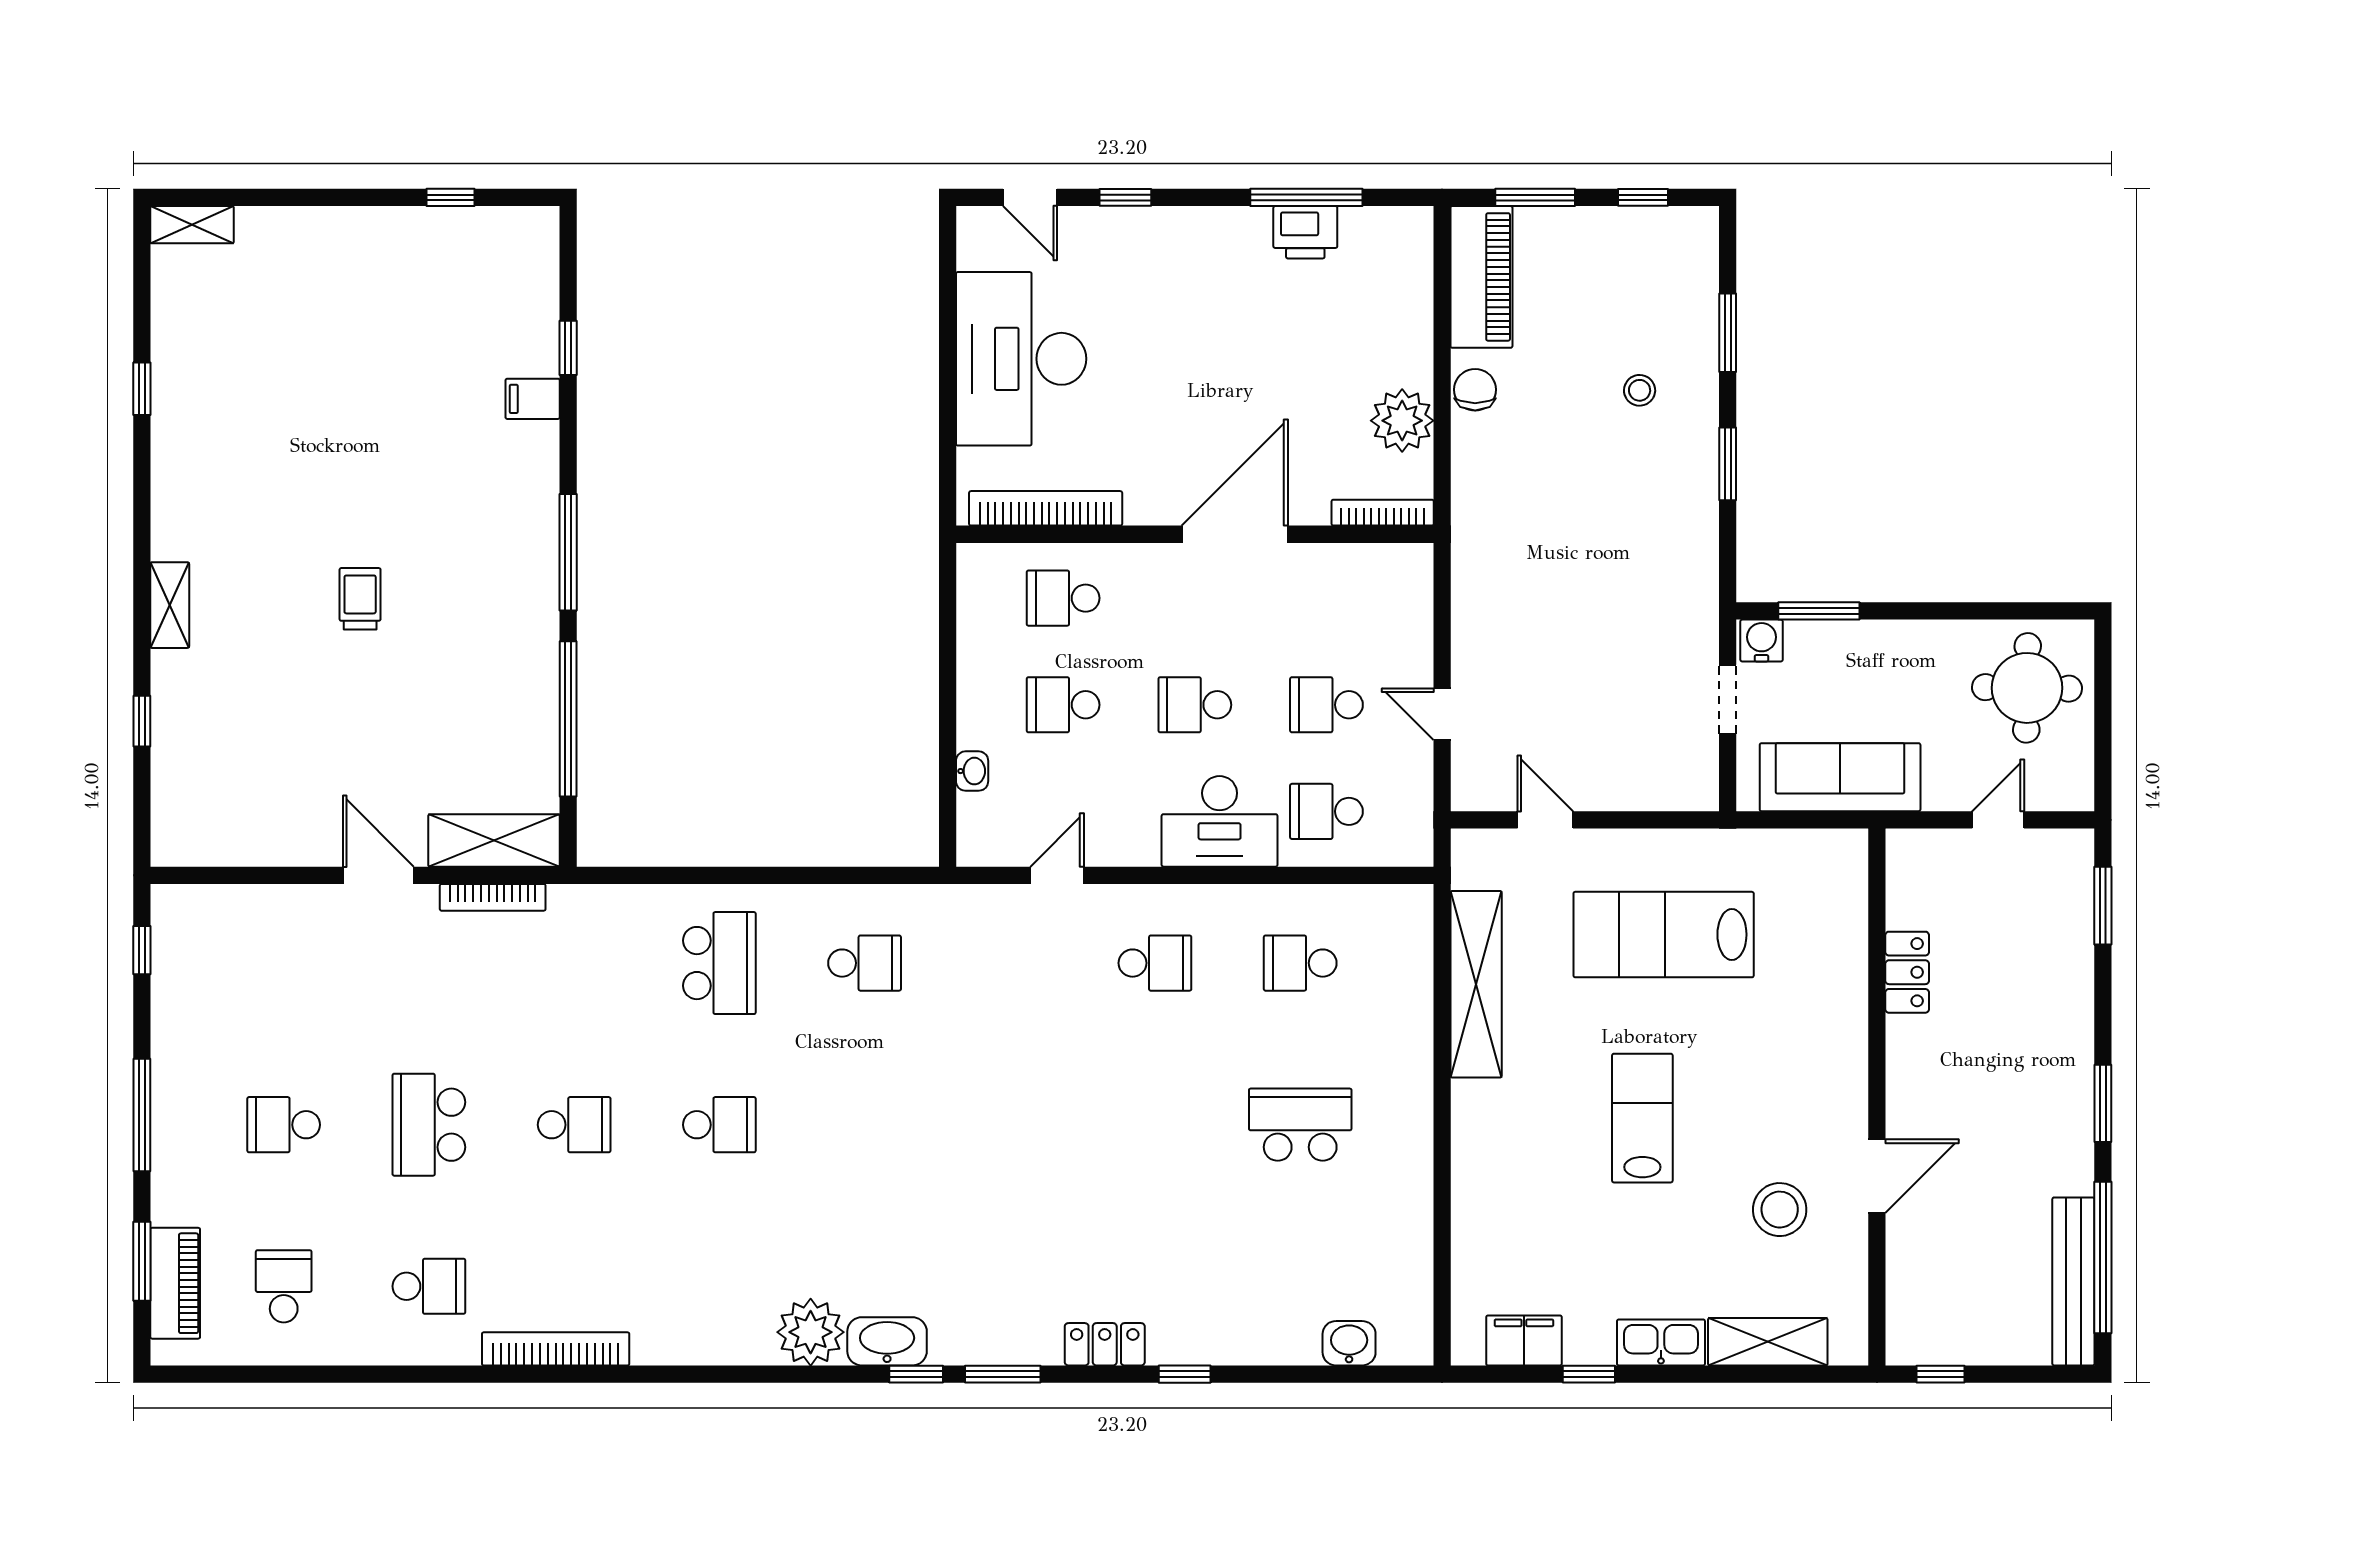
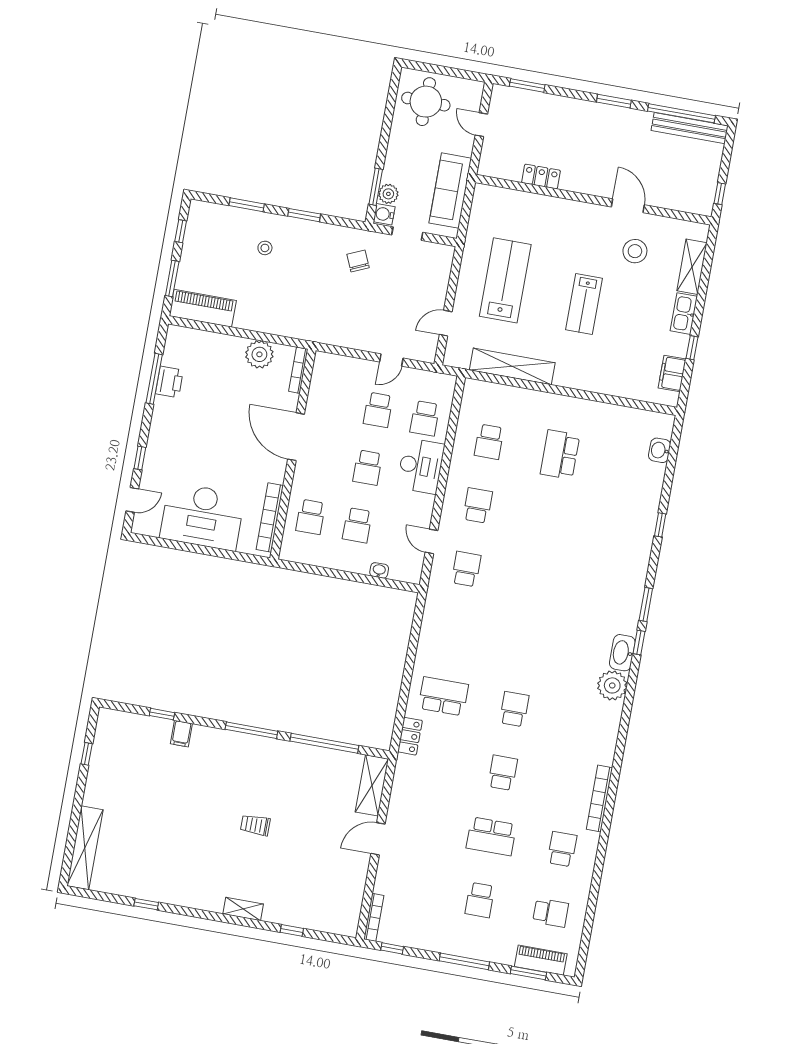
shelving: (192, 225) -> (85, 848), width x2.20, depth x1.33
chair: (1475, 390) -> (358, 261), moved, turned 66
plant: (1808, 642) -> (388, 194), added
bookcase: (493, 897) -> (374, 917), moved
lab bench: (1664, 935) -> (505, 280), turned 180
school desk: (865, 963) -> (466, 569), moved
lab bench: (1642, 1118) -> (584, 304), turned -90
school desk: (284, 1286) -> (551, 913), turned 180
locker: (1105, 1344) -> (410, 736), moved, turned 180

